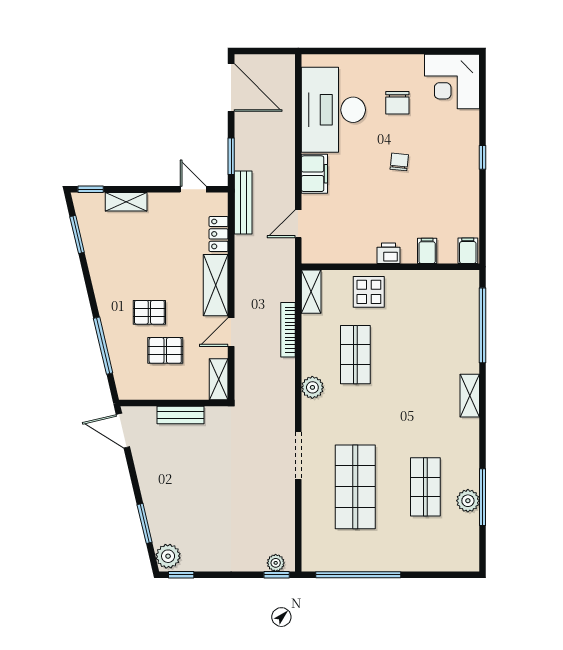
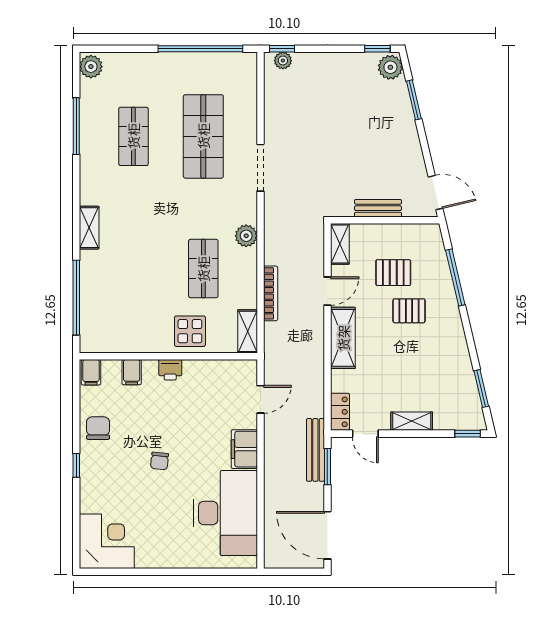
chair: (397, 103) -> (98, 428), moved
shelving: (126, 202) -> (412, 421), moved
bench: (243, 203) -> (315, 450), moved
locker: (219, 234) -> (340, 412), moved
plant: (468, 501) -> (91, 67), moved

